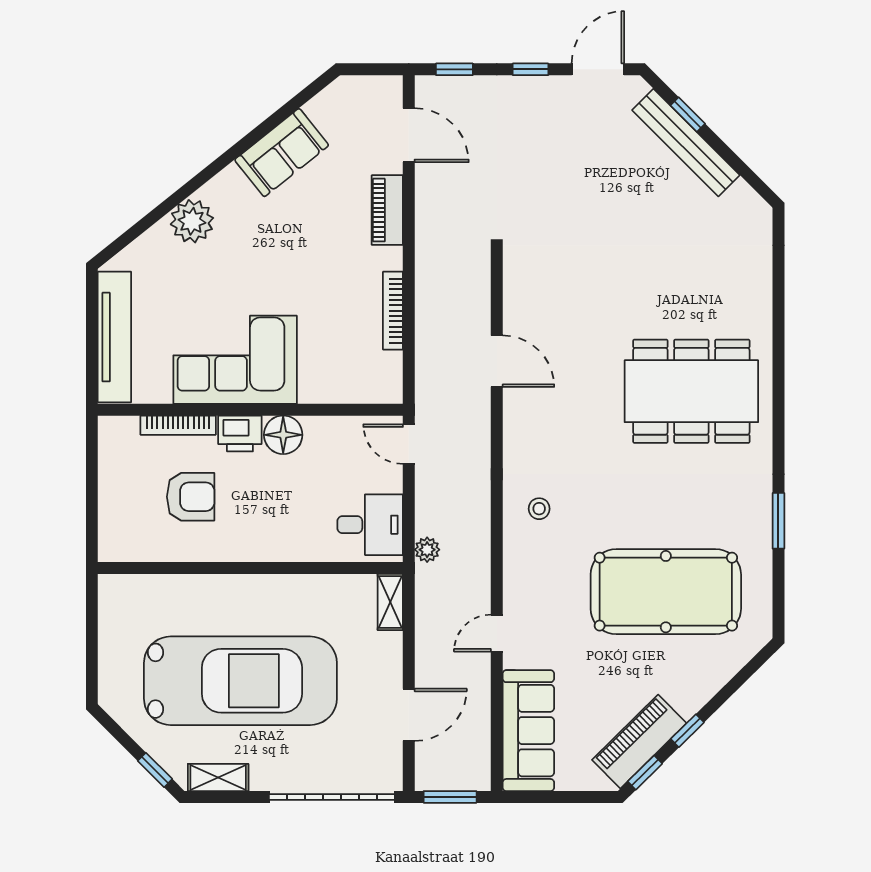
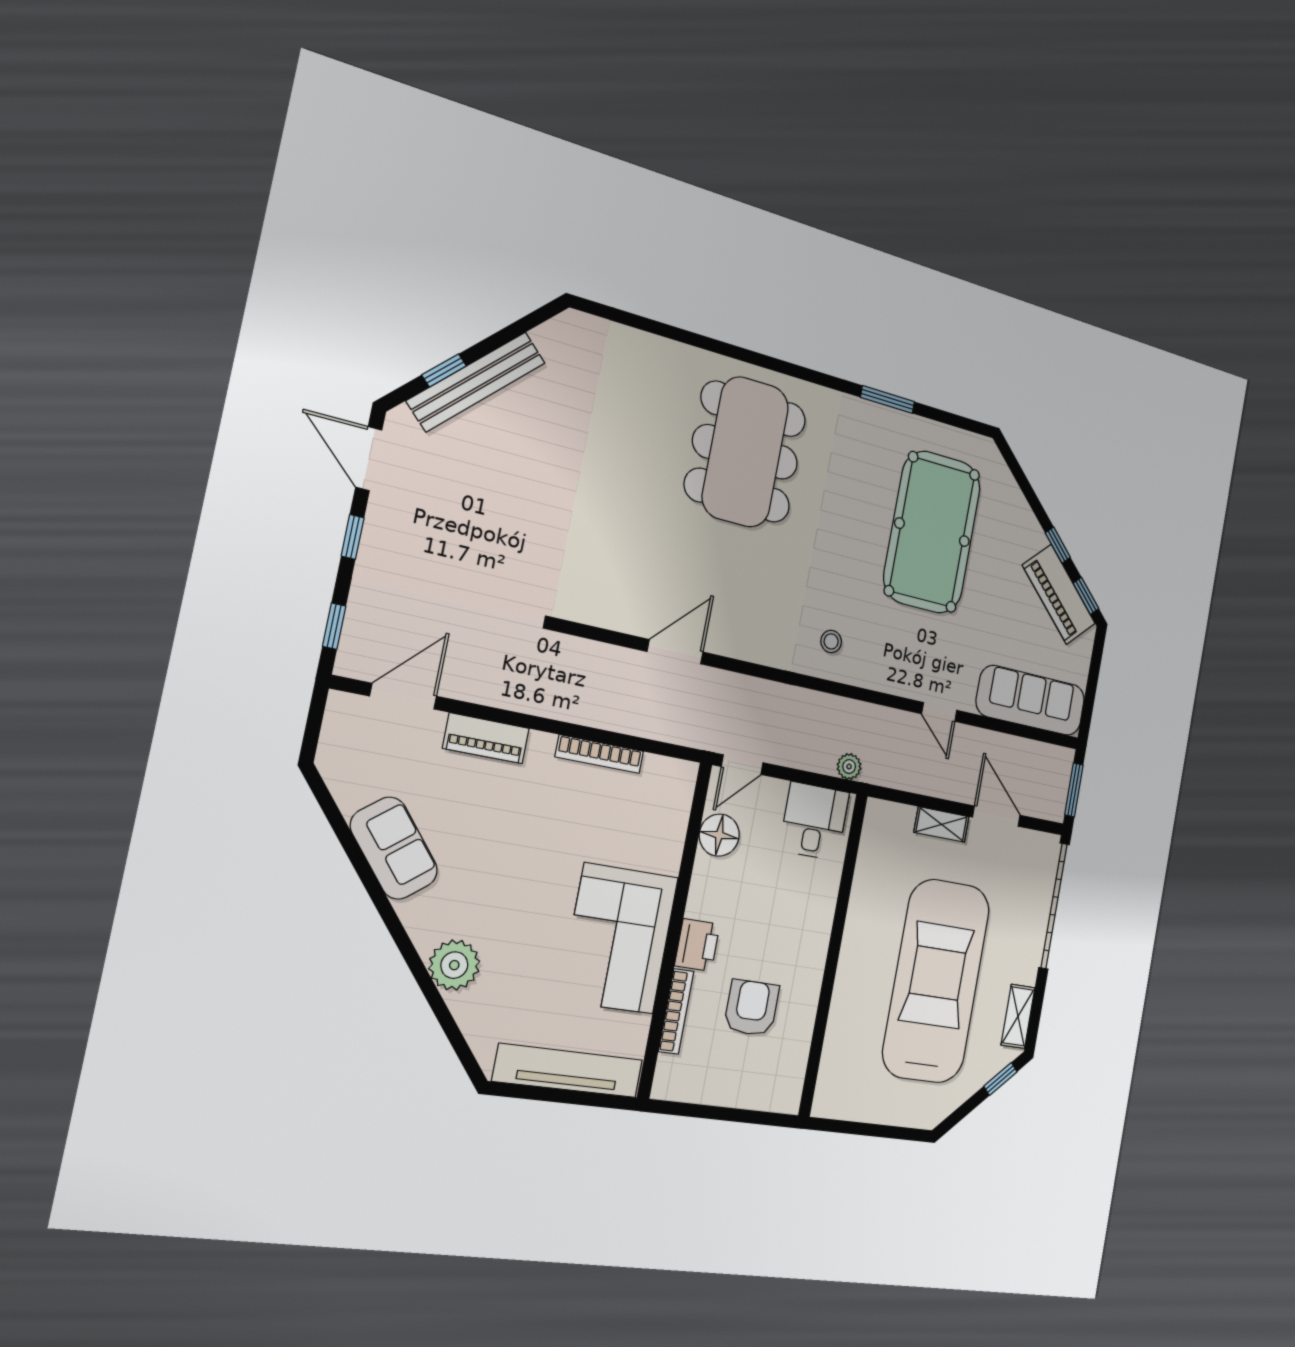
floor lamp: (283, 435) -> (719, 835), moved
shelving: (390, 602) -> (941, 824), moved

